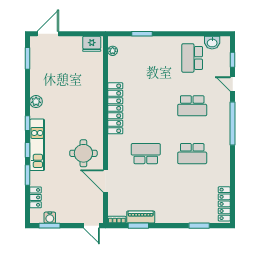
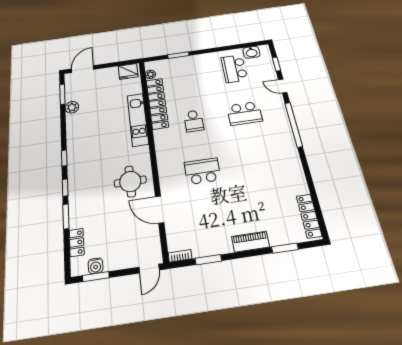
plant: (36, 102) -> (72, 107), moved
locker: (115, 108) -> (157, 103), moved
kitchen unit: (37, 145) -> (138, 119), moved, turned 180
school desk: (192, 154) -> (194, 121), moved, width x0.54
piano: (141, 217) -> (251, 242), moved
door: (92, 226) -> (149, 269), hinge flipped

